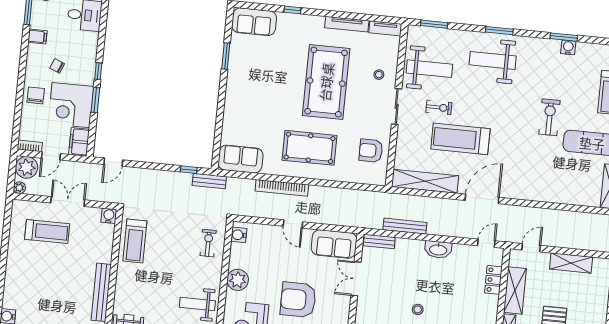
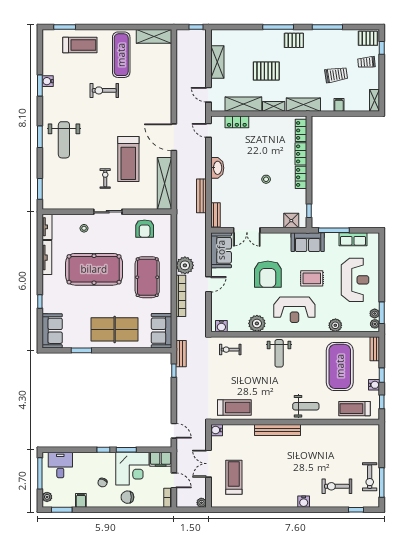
weight bench: (429, 69) -> (75, 189), removed
table tennis table: (248, 100) -> (115, 329), added
plant: (27, 167) -> (185, 265), moved

